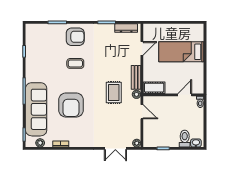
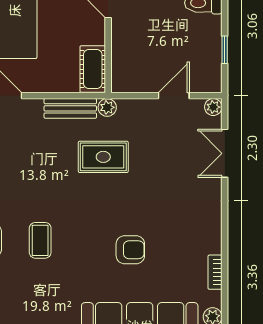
armchair: (71, 105) -> (130, 250), width x0.53, depth x0.53
door: (142, 112) -> (174, 96), moved
double door: (115, 148) -> (225, 153), swing flipped

